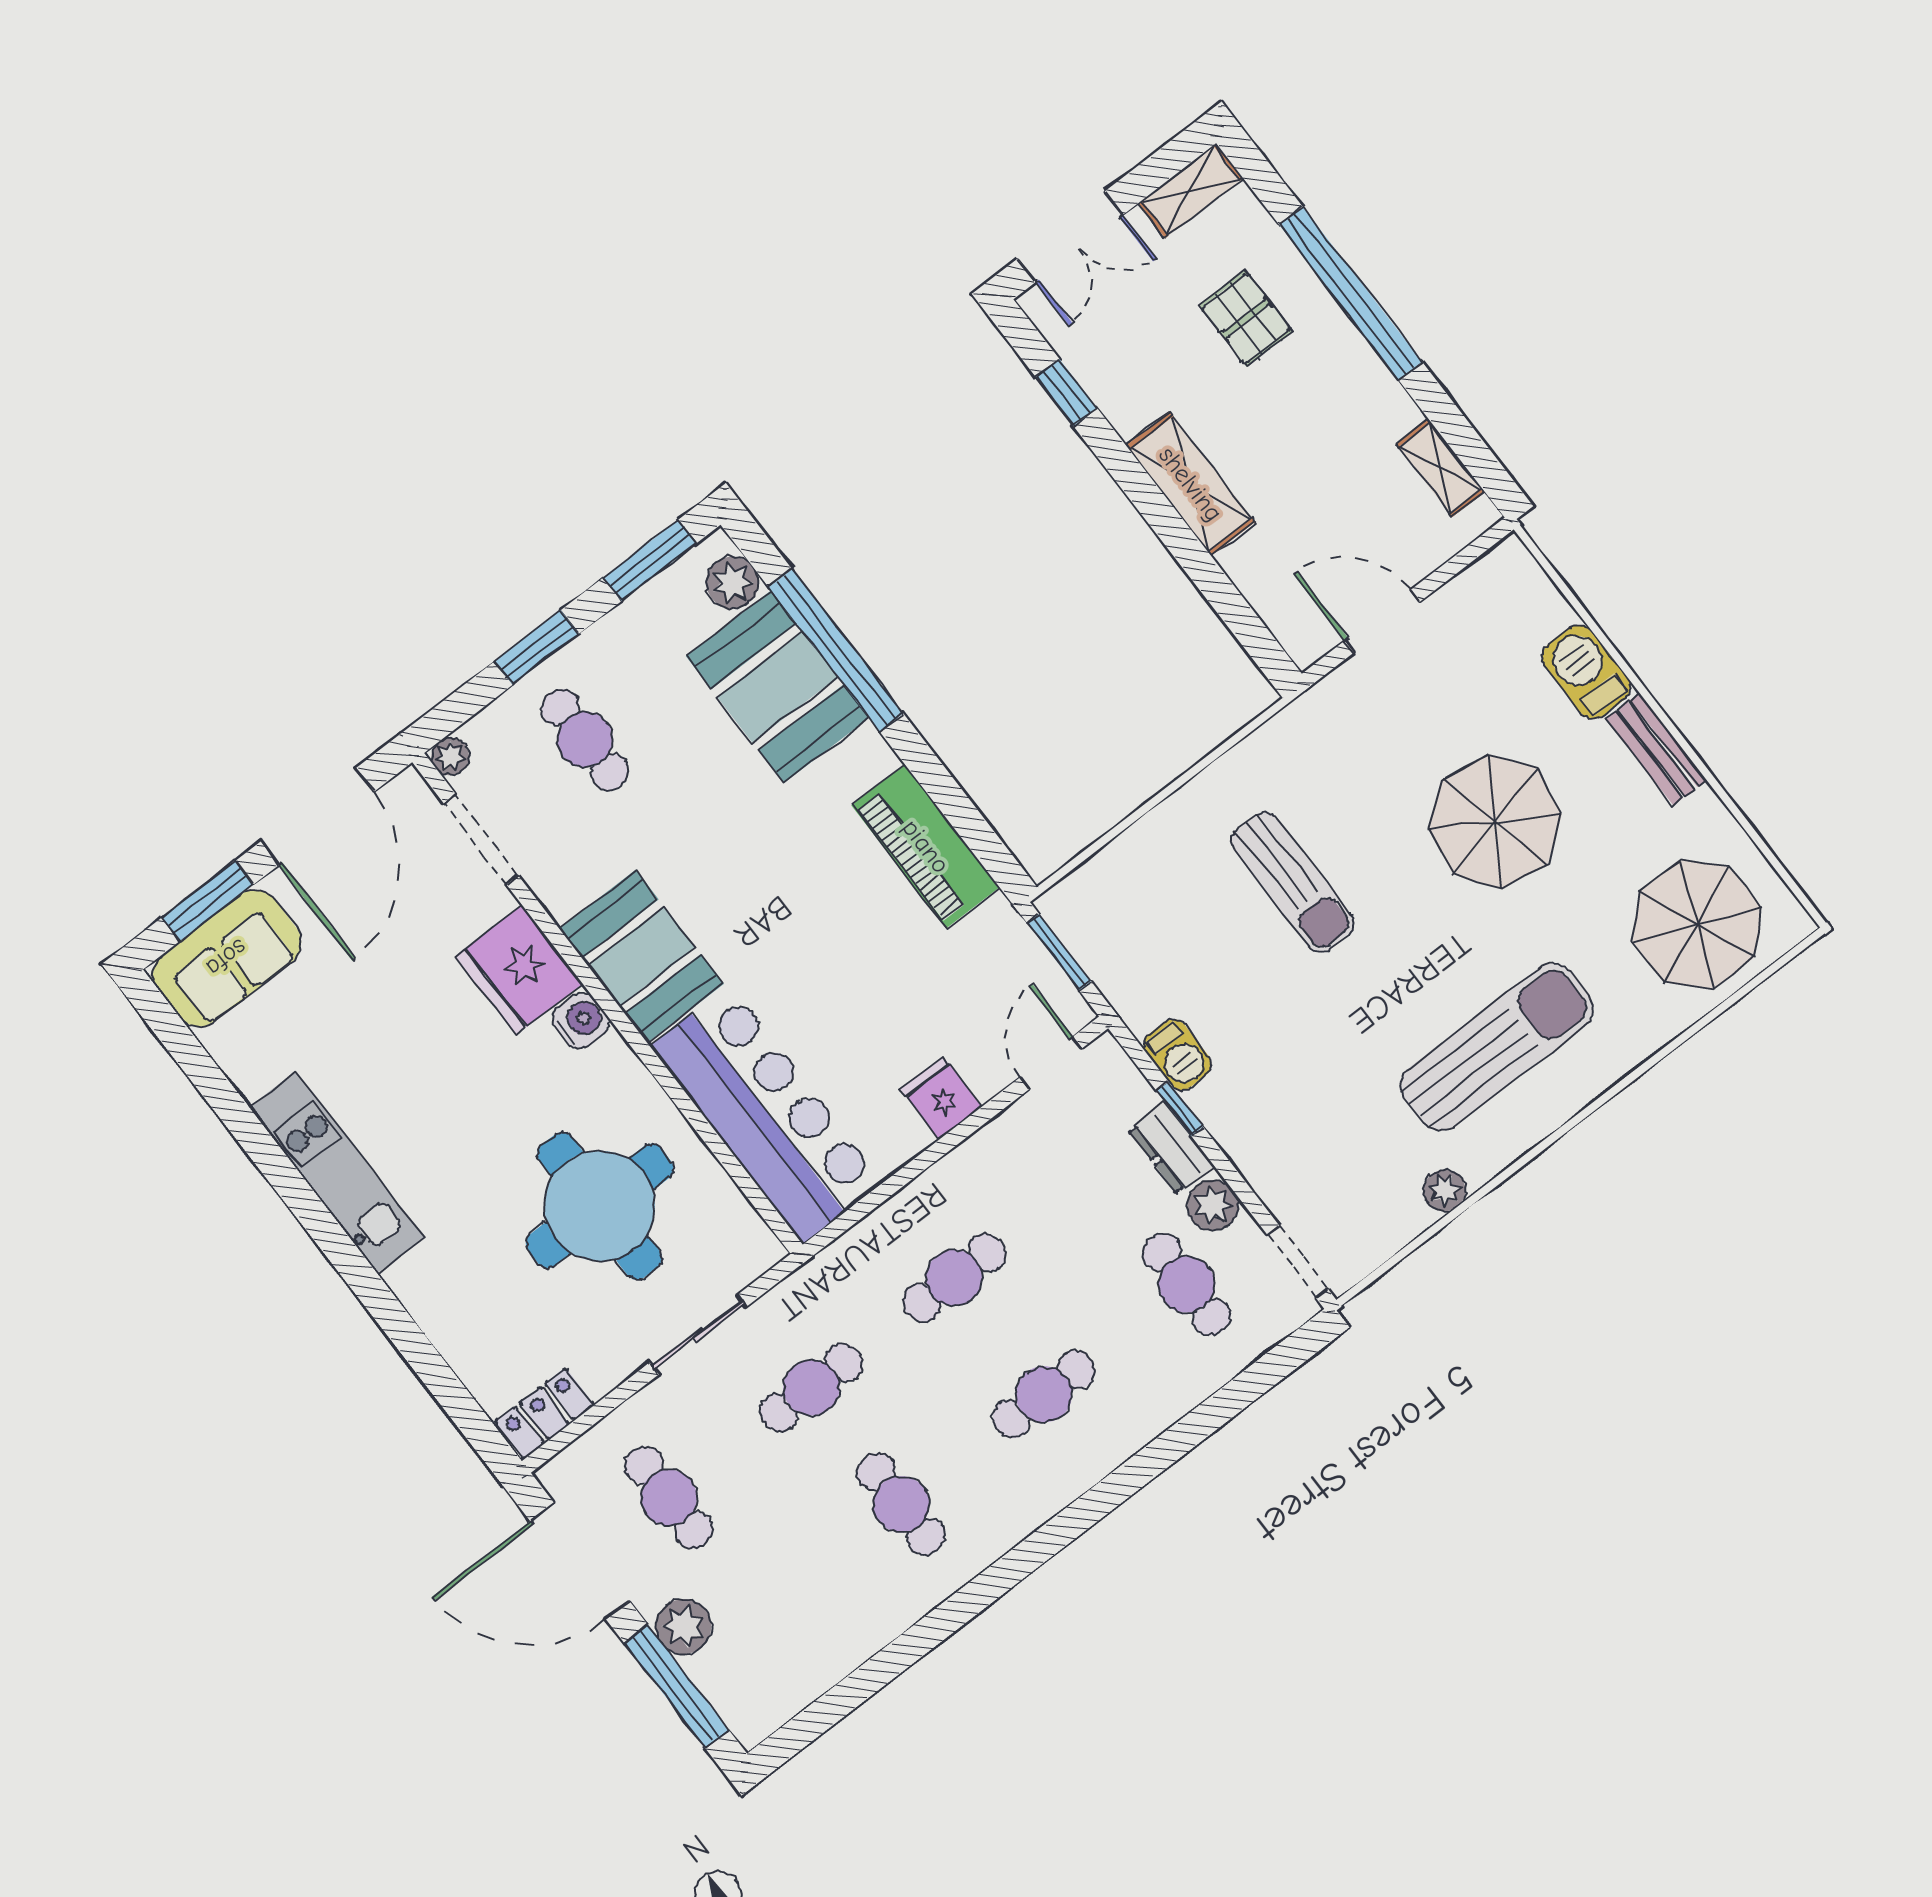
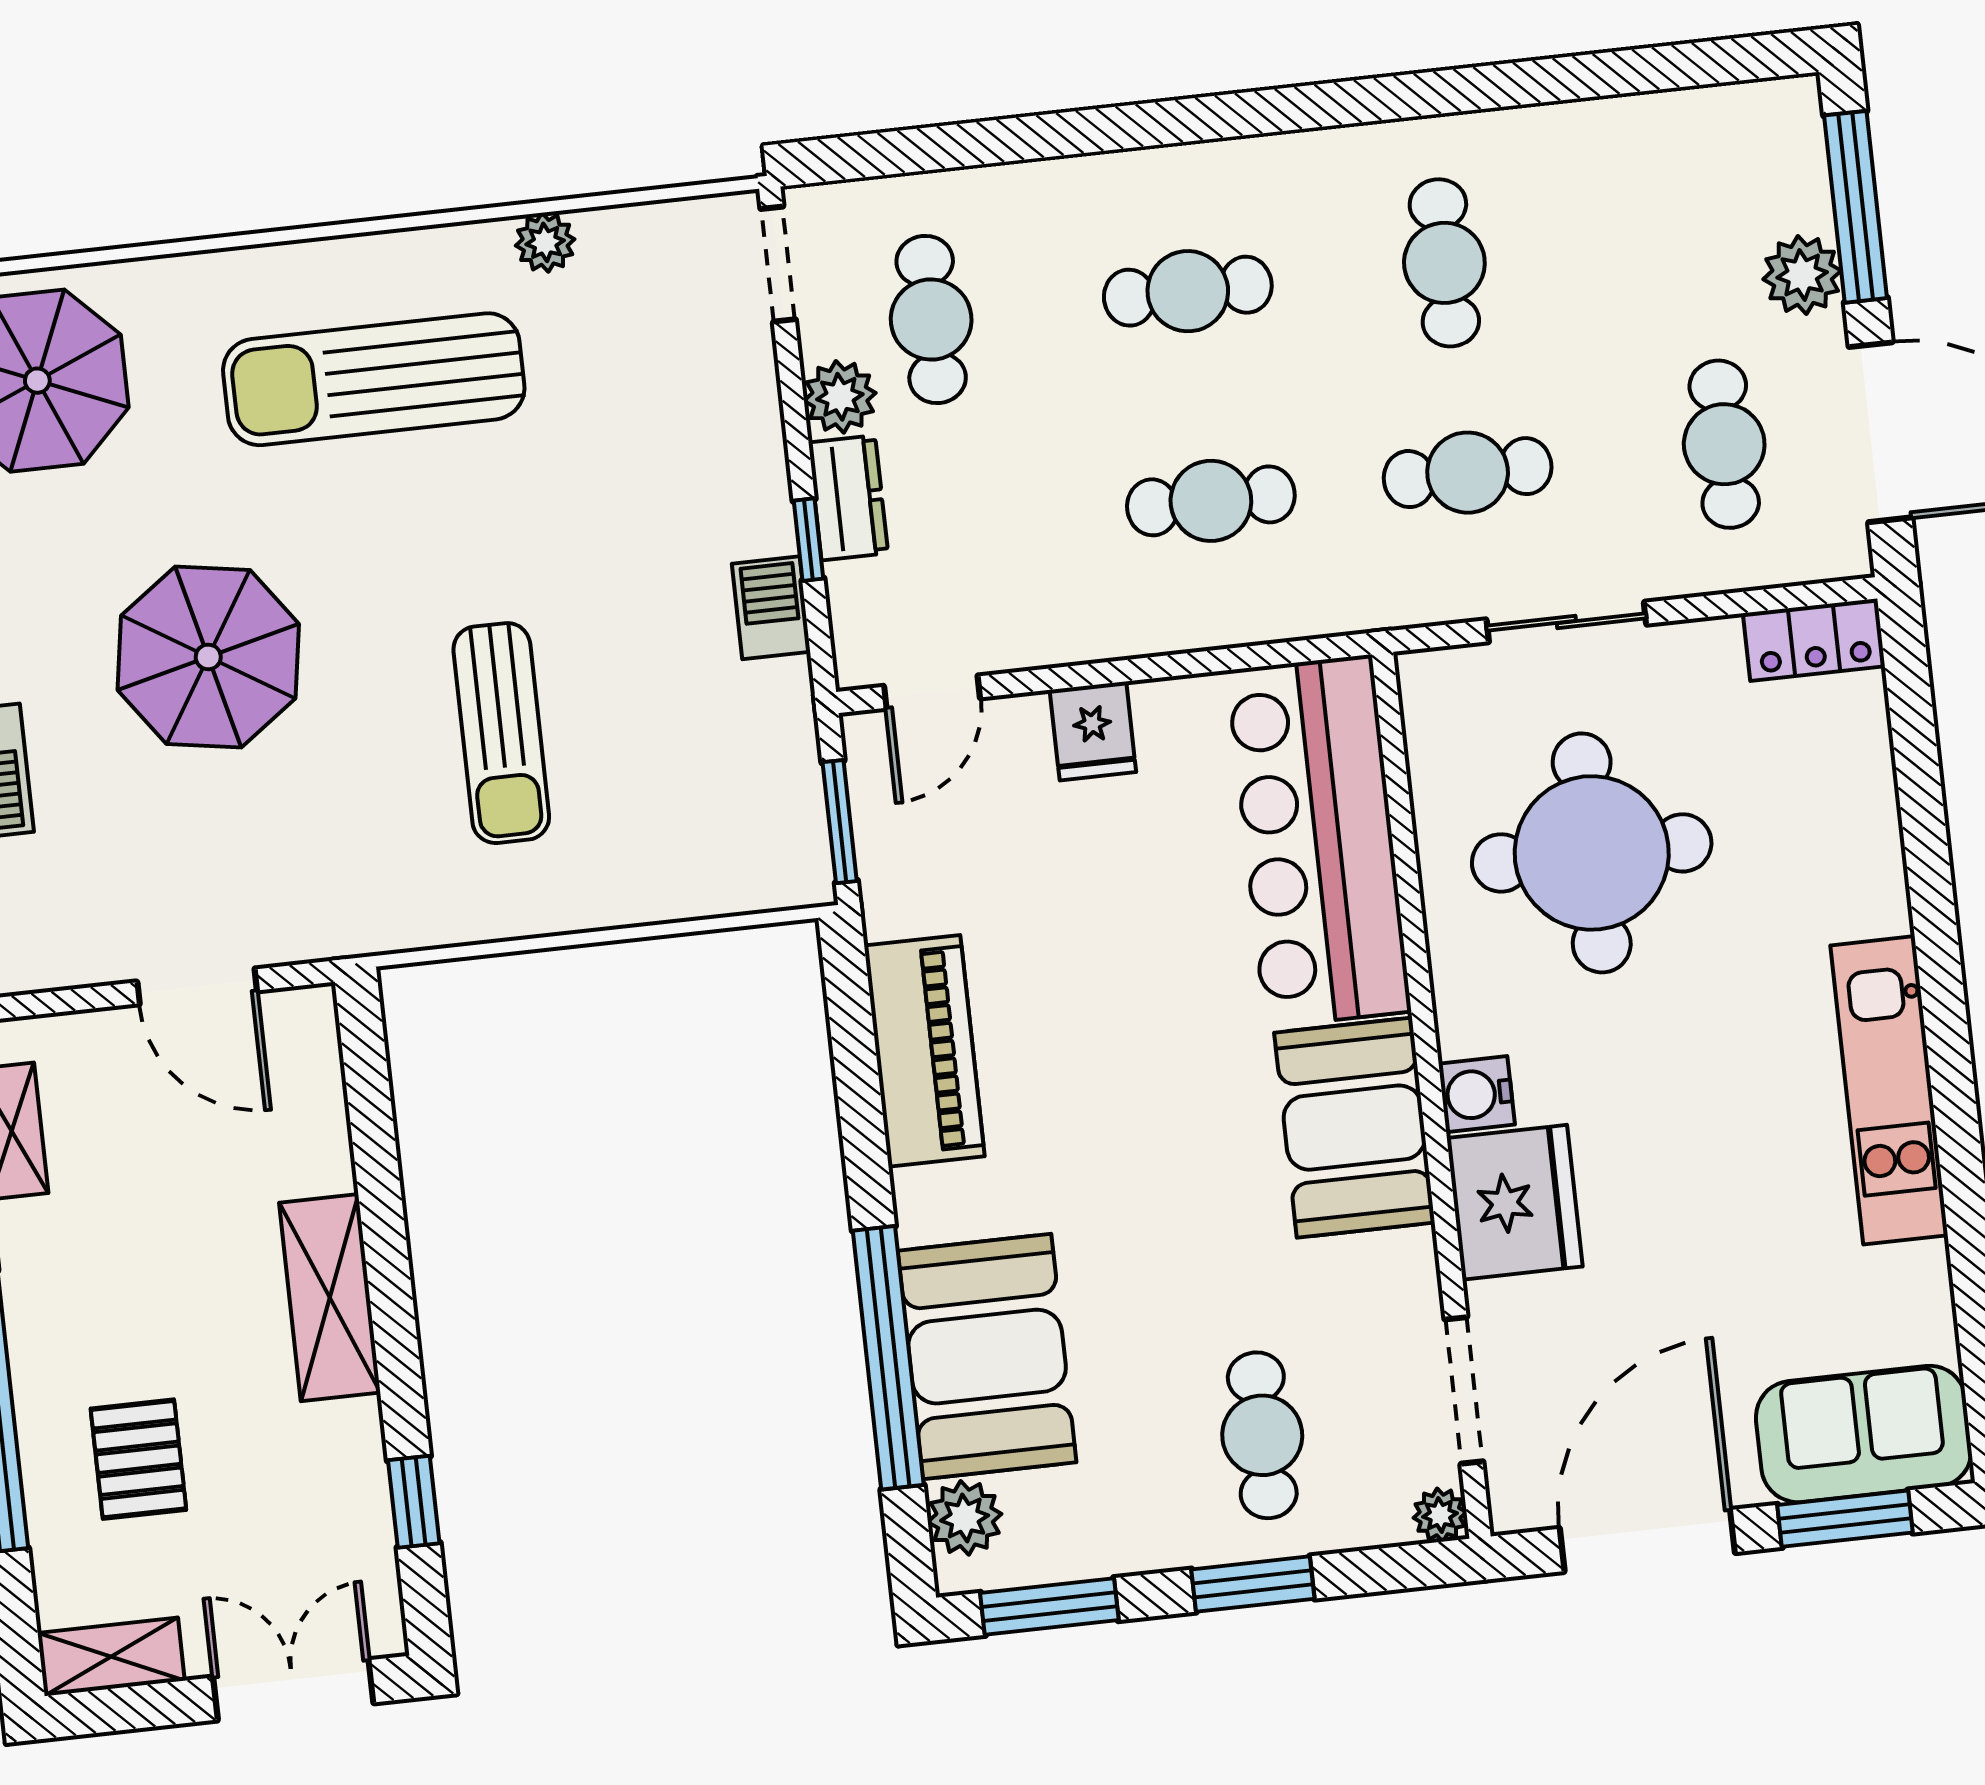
sun lounger: (1293, 882) -> (501, 733), turned 180

